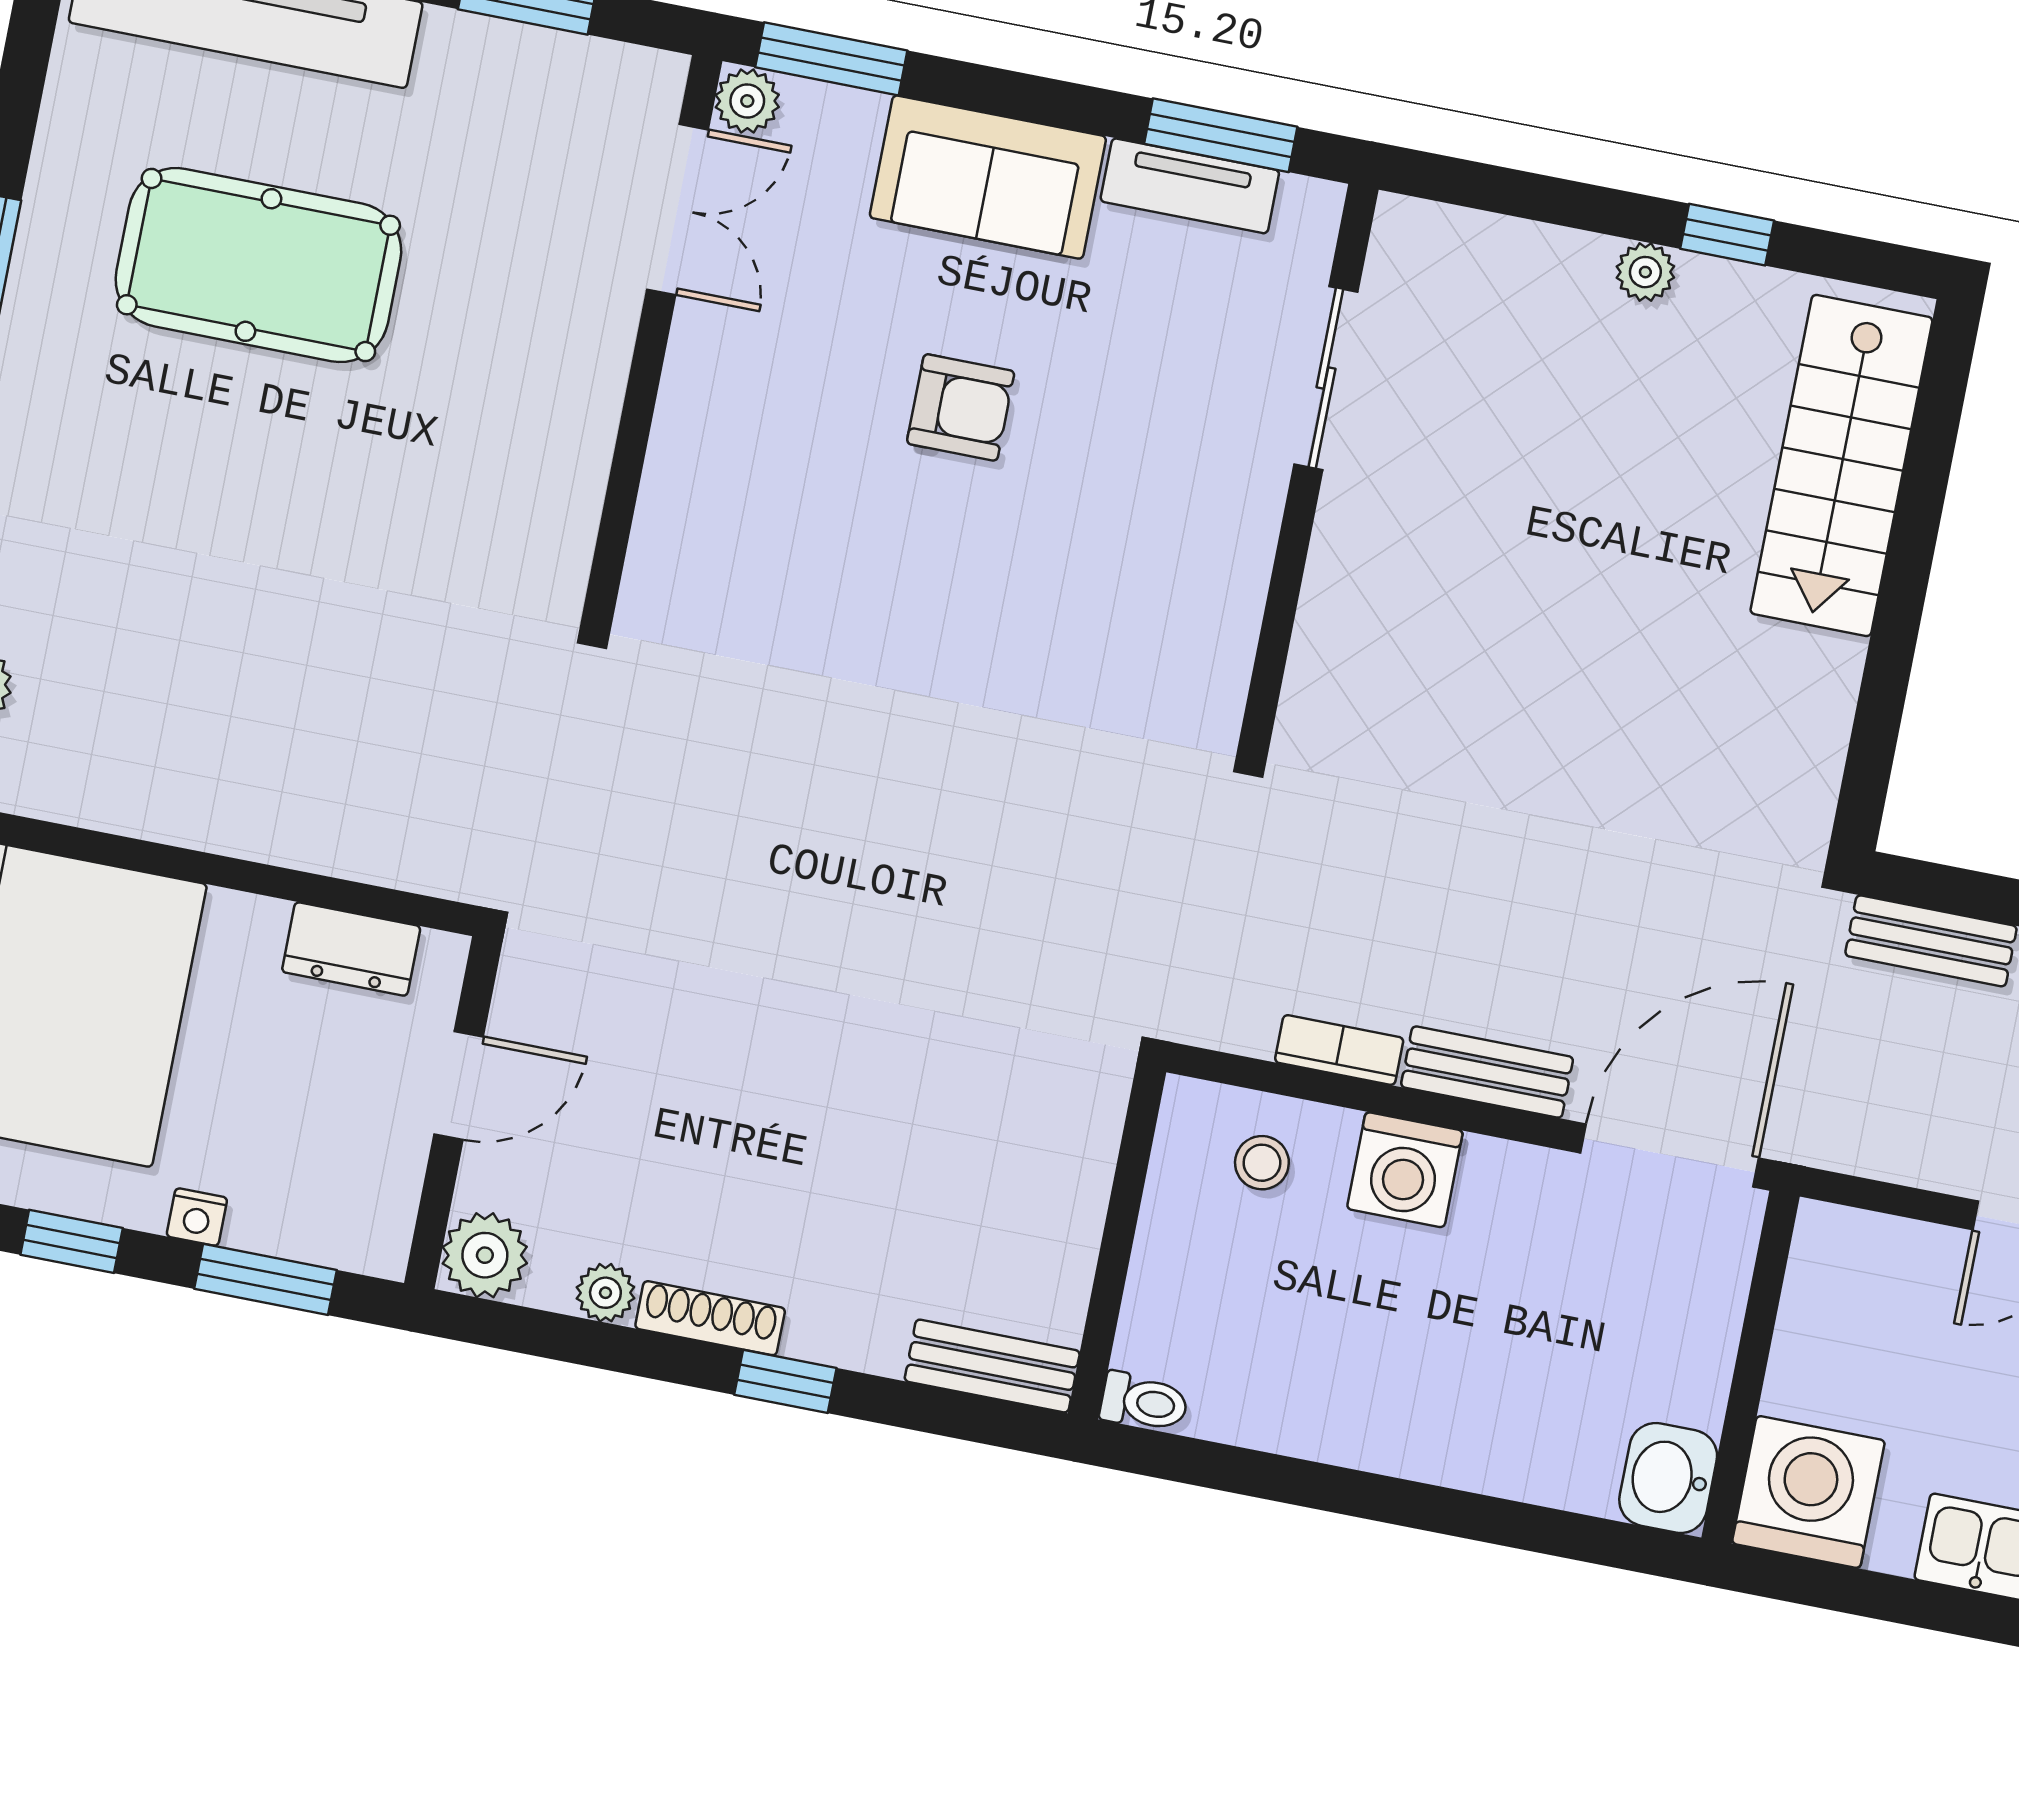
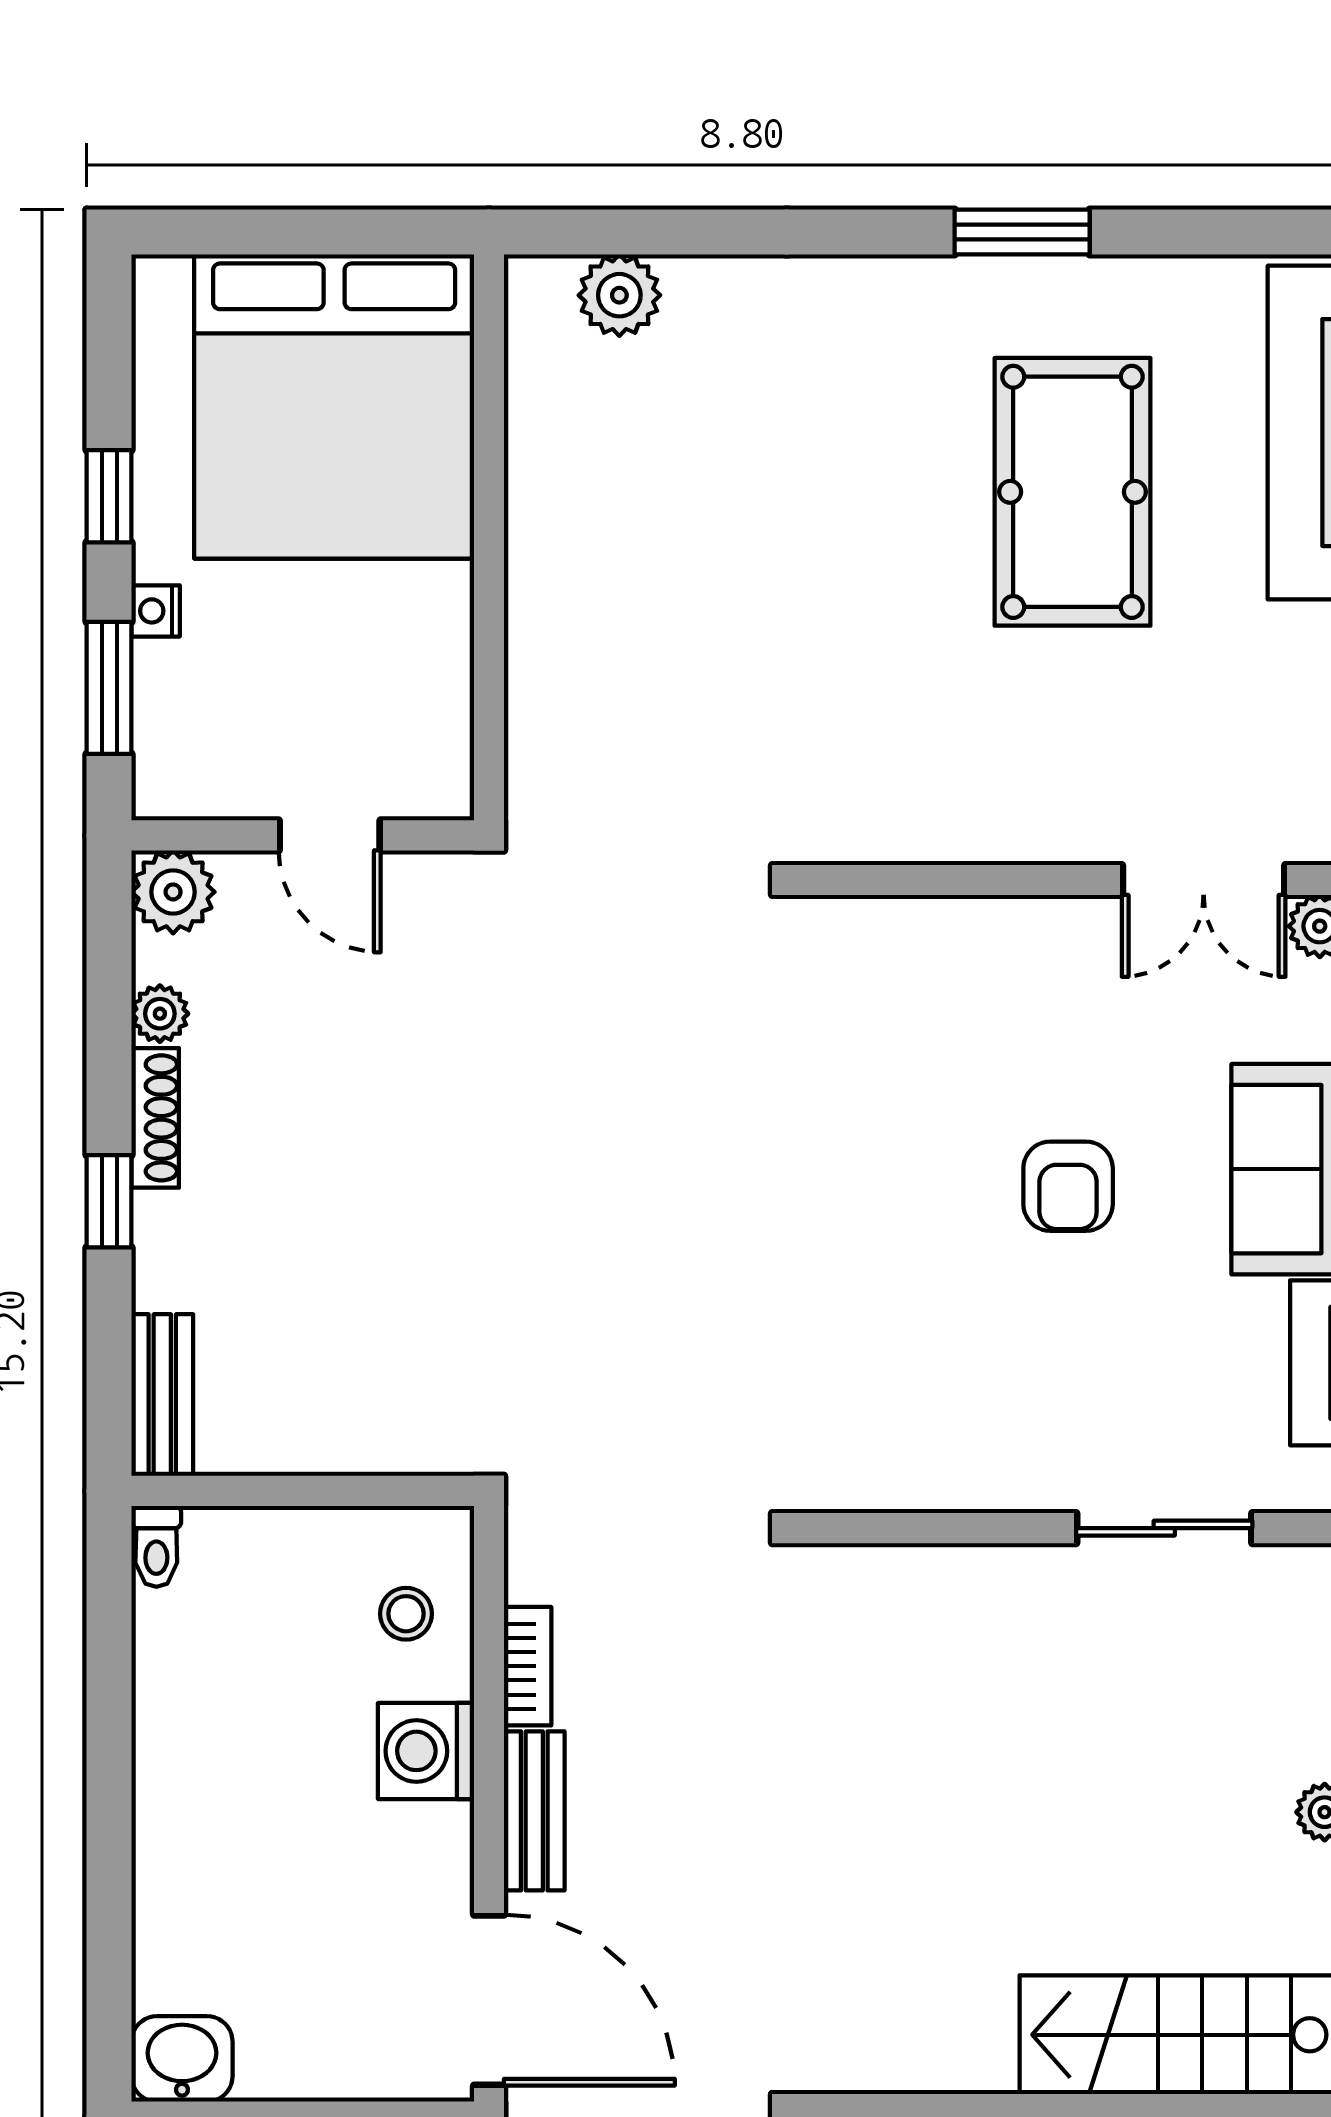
dresser: (351, 949) -> (439, 708), removed

